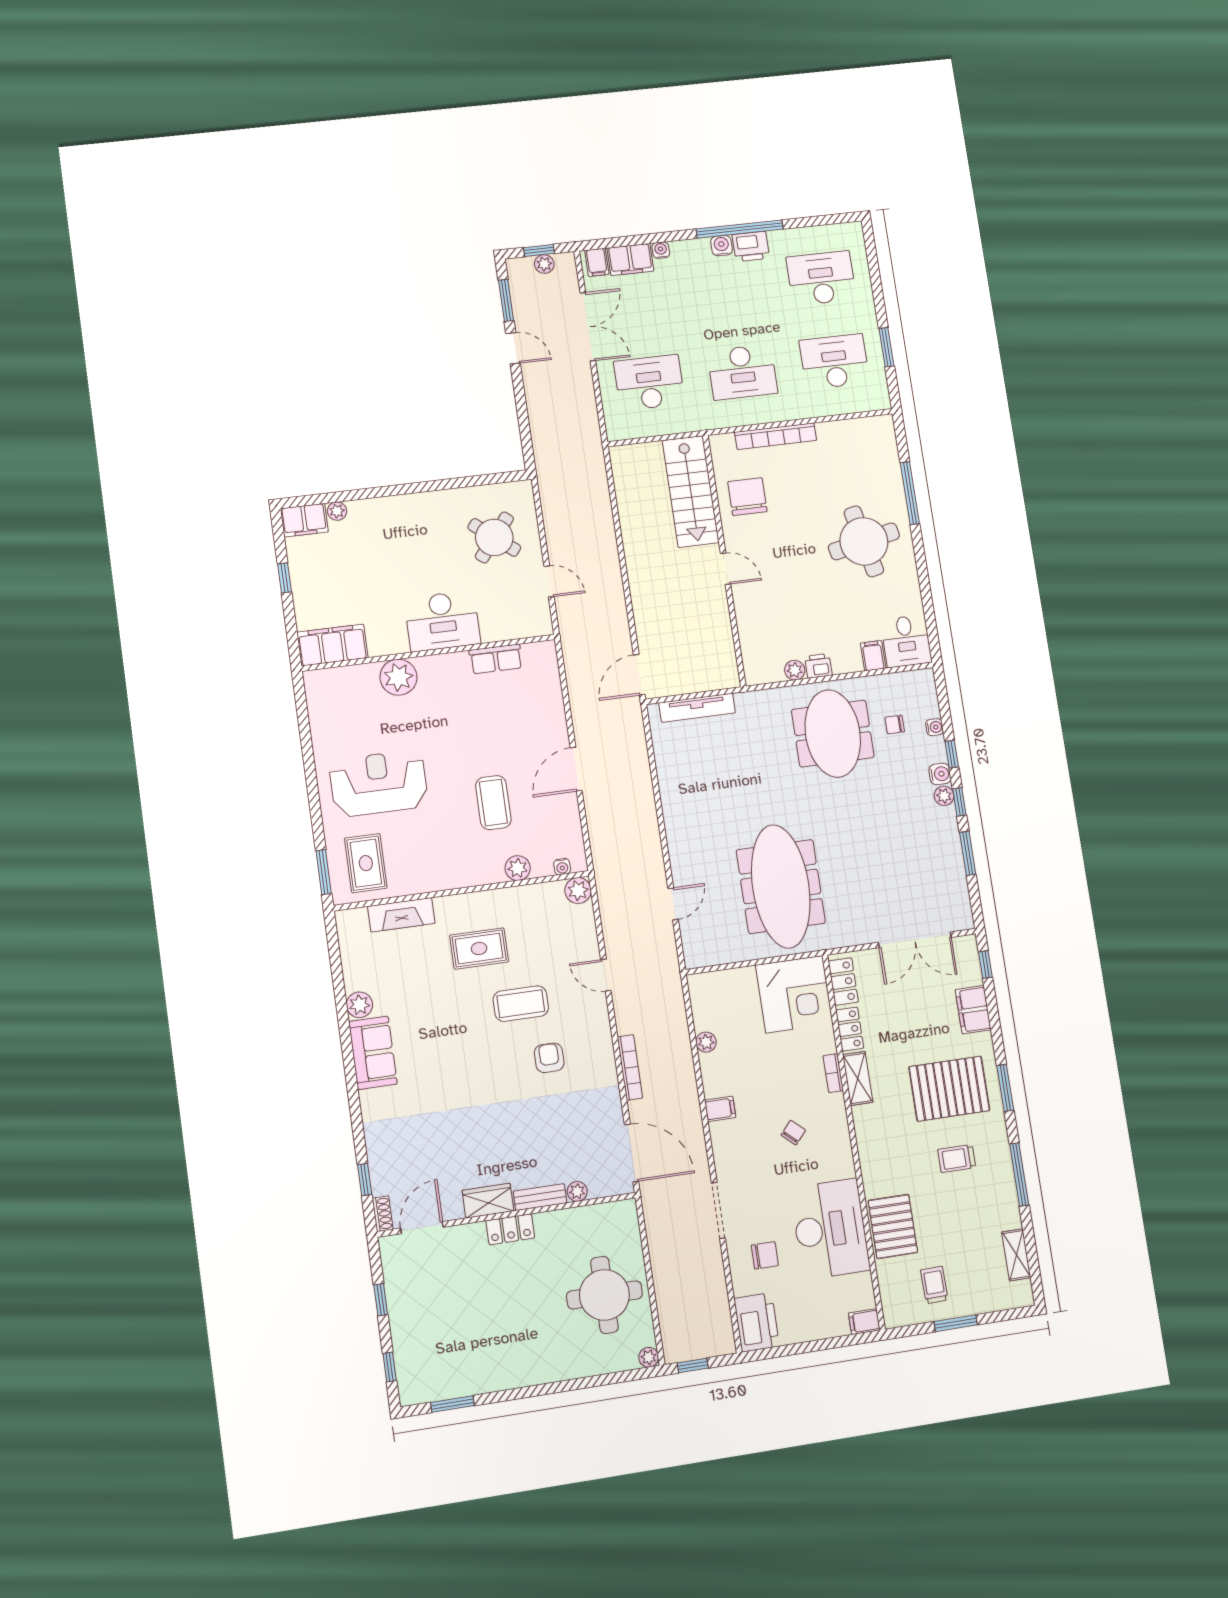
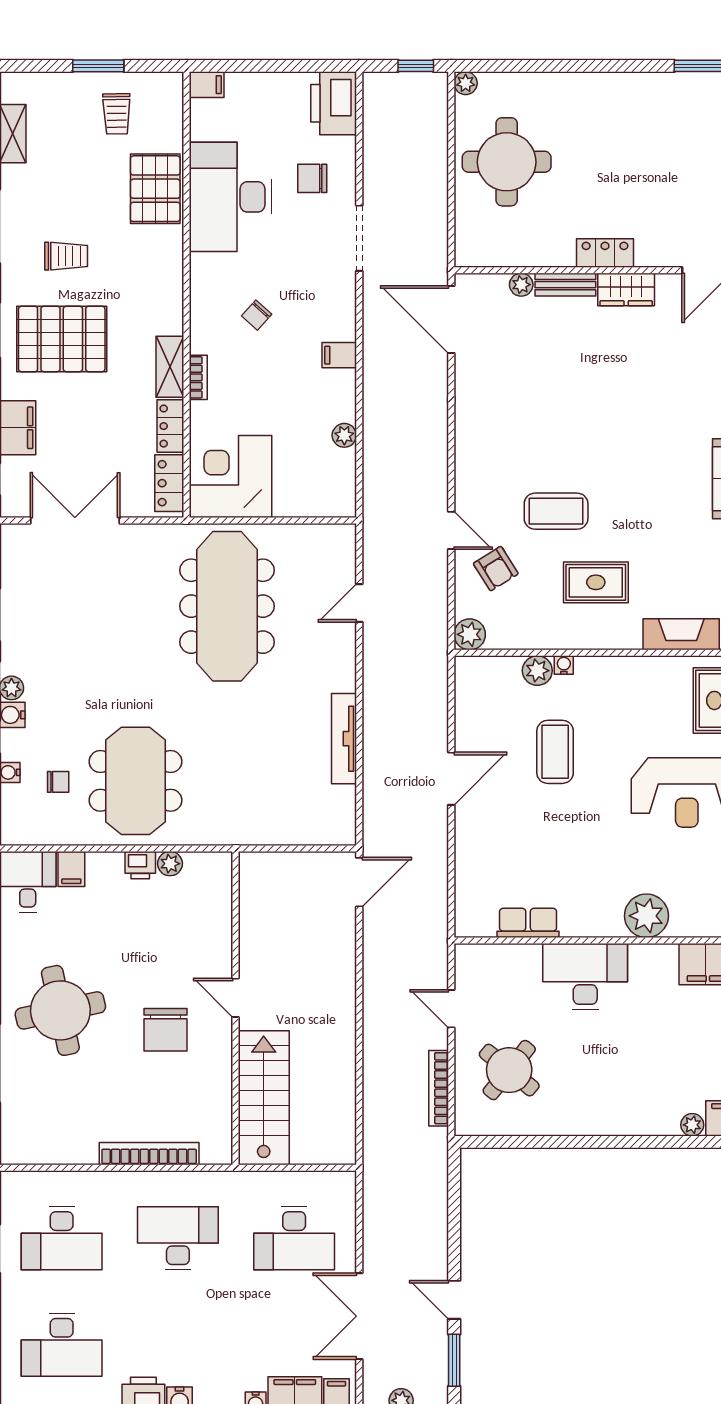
chair: (747, 497) -> (165, 1030), moved
tv unit: (697, 708) -> (344, 739), moved, turned -90
water cooler: (562, 867) -> (564, 665), moved
armchair: (549, 1058) -> (496, 569), moved, turned -32
bookcase: (630, 1067) -> (439, 1088), moved

